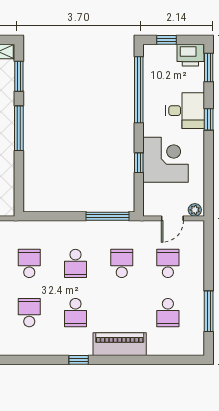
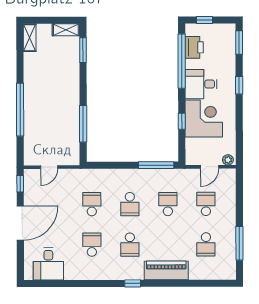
printer: (190, 55) -> (194, 47), moved, turned -90
desk: (185, 111) -> (201, 84), moved, turned 180
window: (19, 128) -> (83, 124), moved

